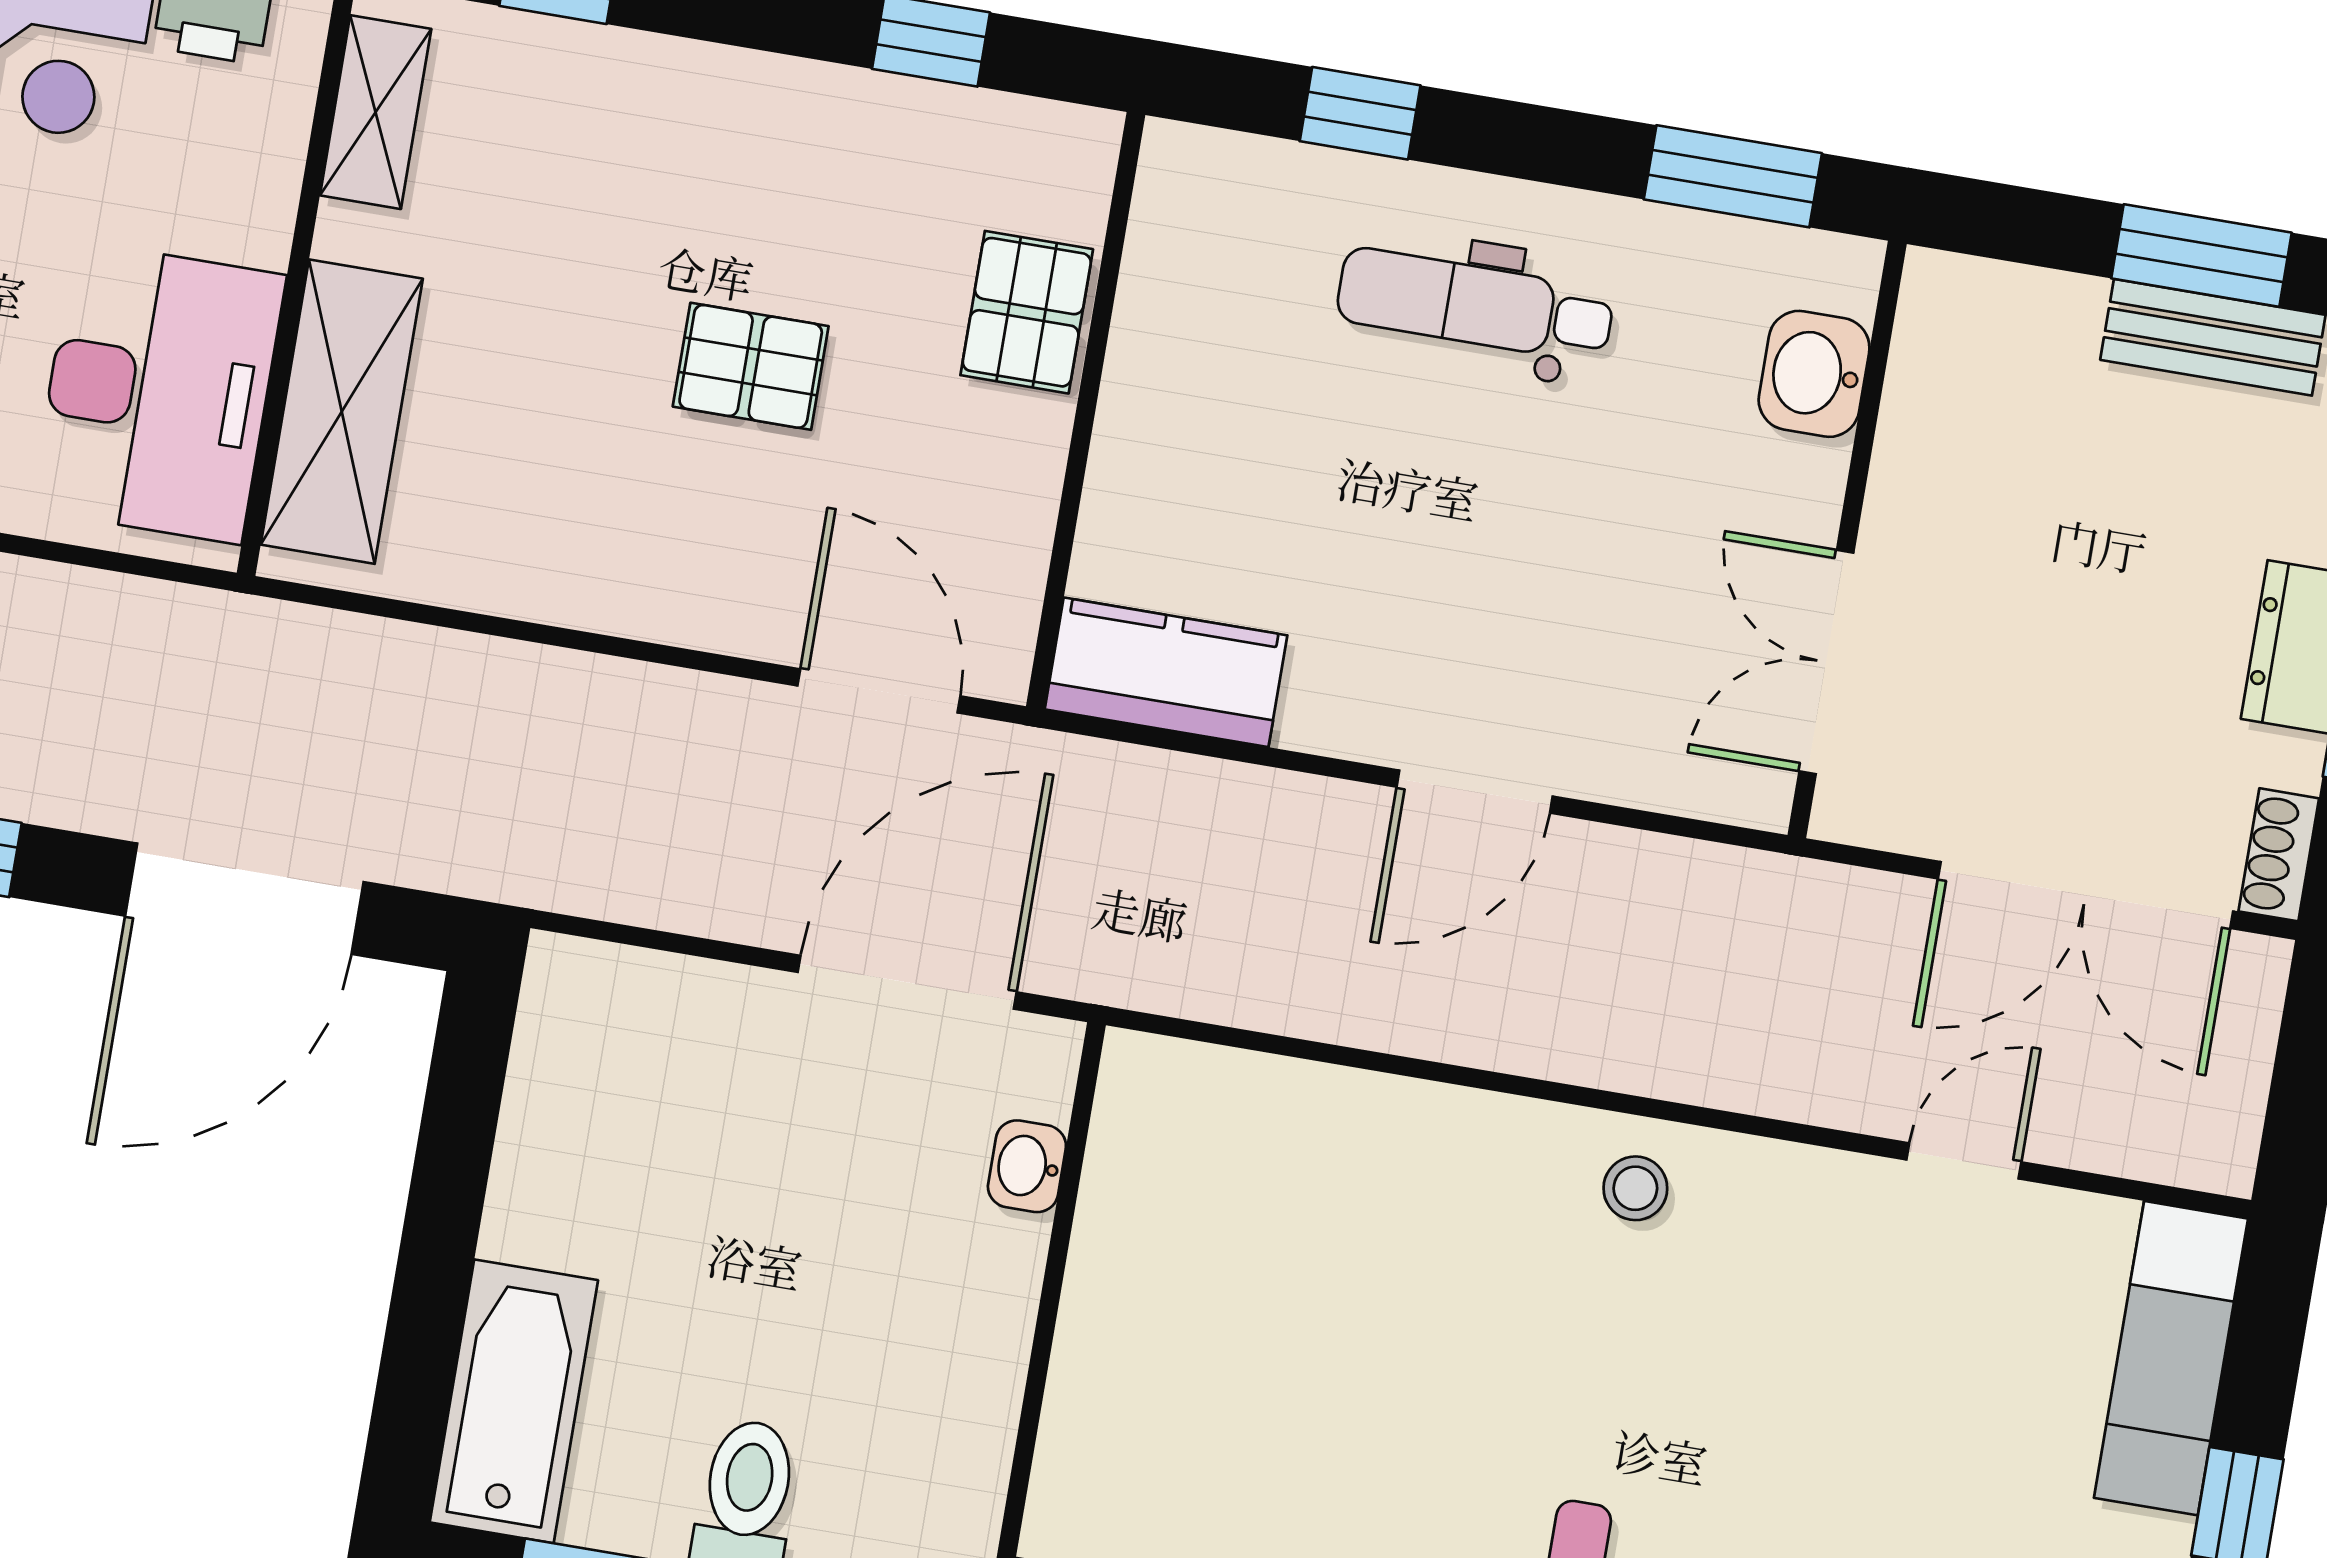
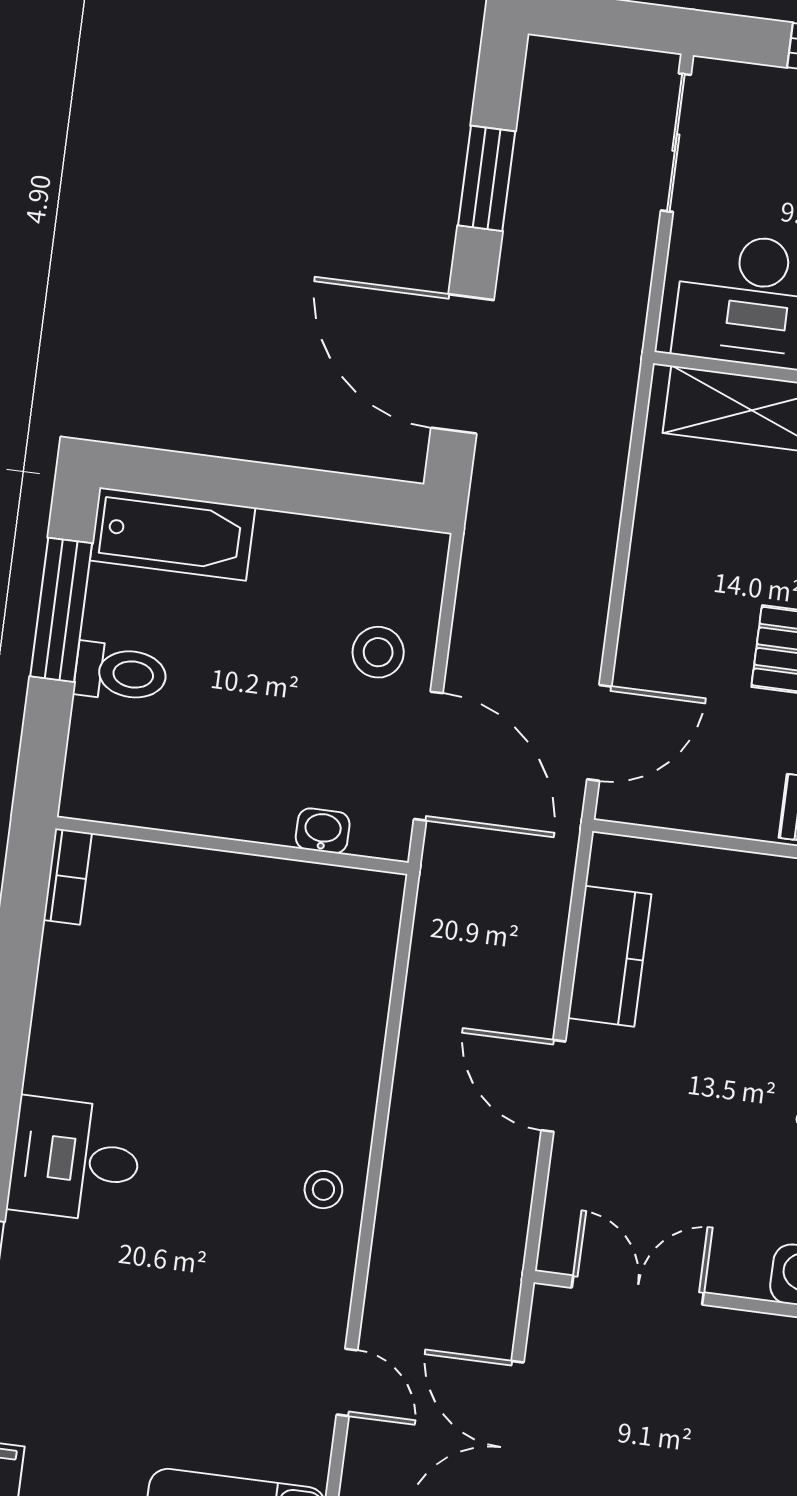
kitchen counter: (1166, 672) -> (610, 956), moved
stool: (728, 1061) -> (378, 652), added

